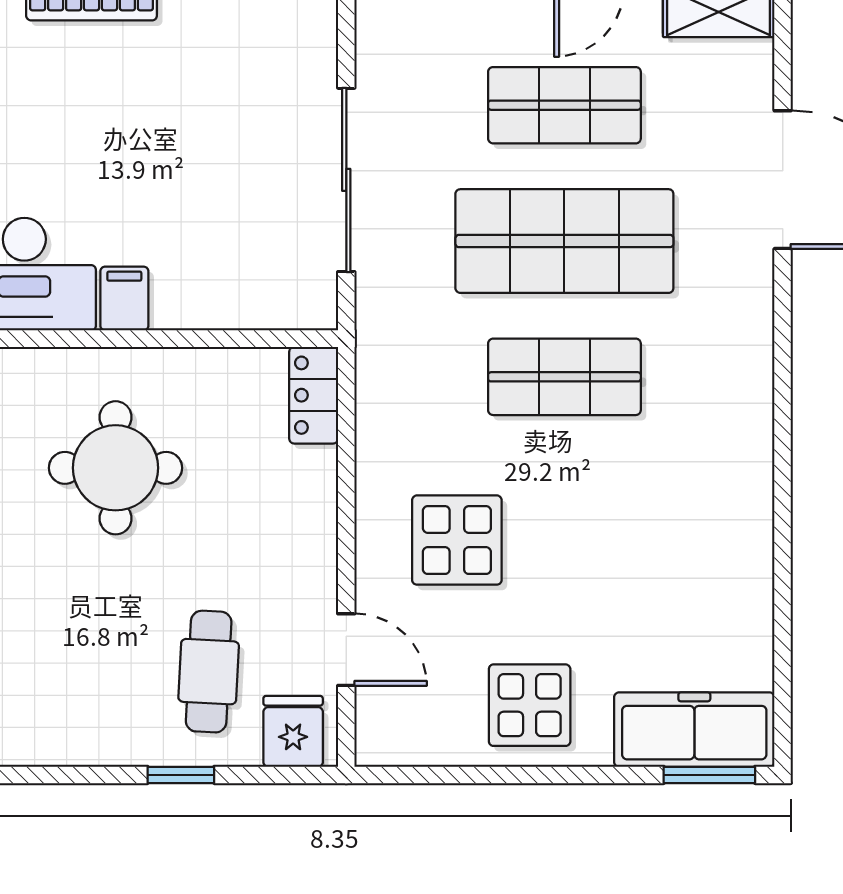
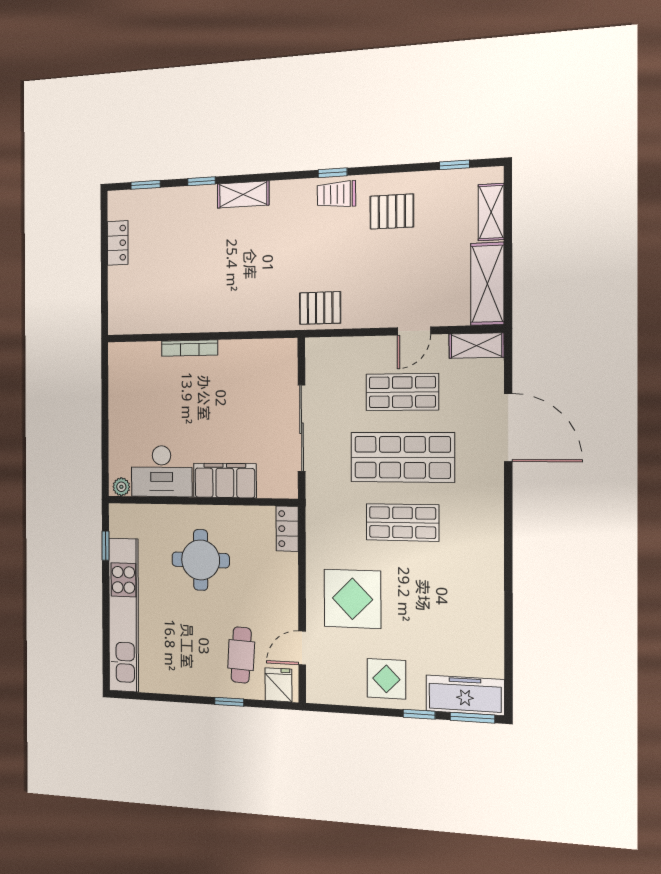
filing cabinet: (124, 298) -> (225, 480), width x3.00, depth x1.17
display table: (457, 540) -> (352, 599), width x1.36, depth x1.36
door: (346, 650) -> (302, 648), swing flipped
window: (599, 775) -> (419, 714), added

